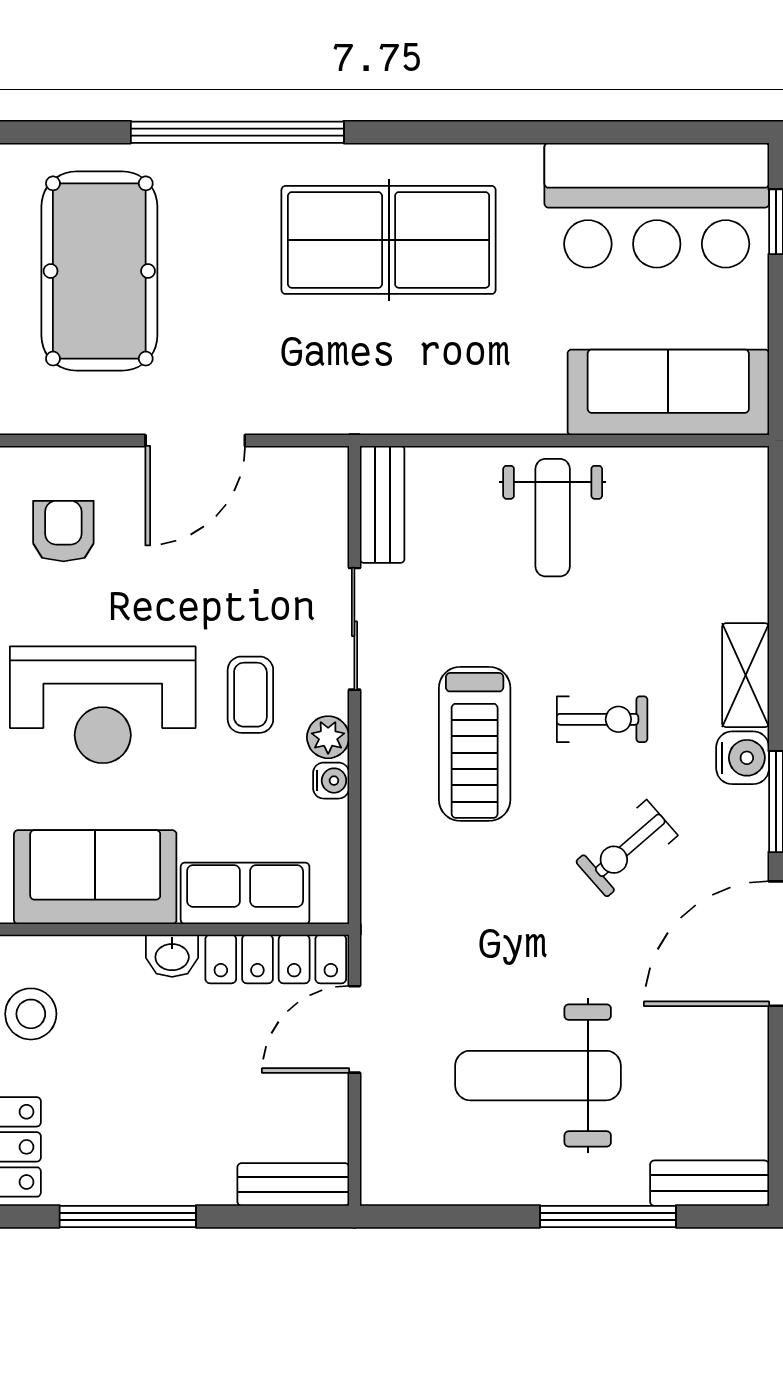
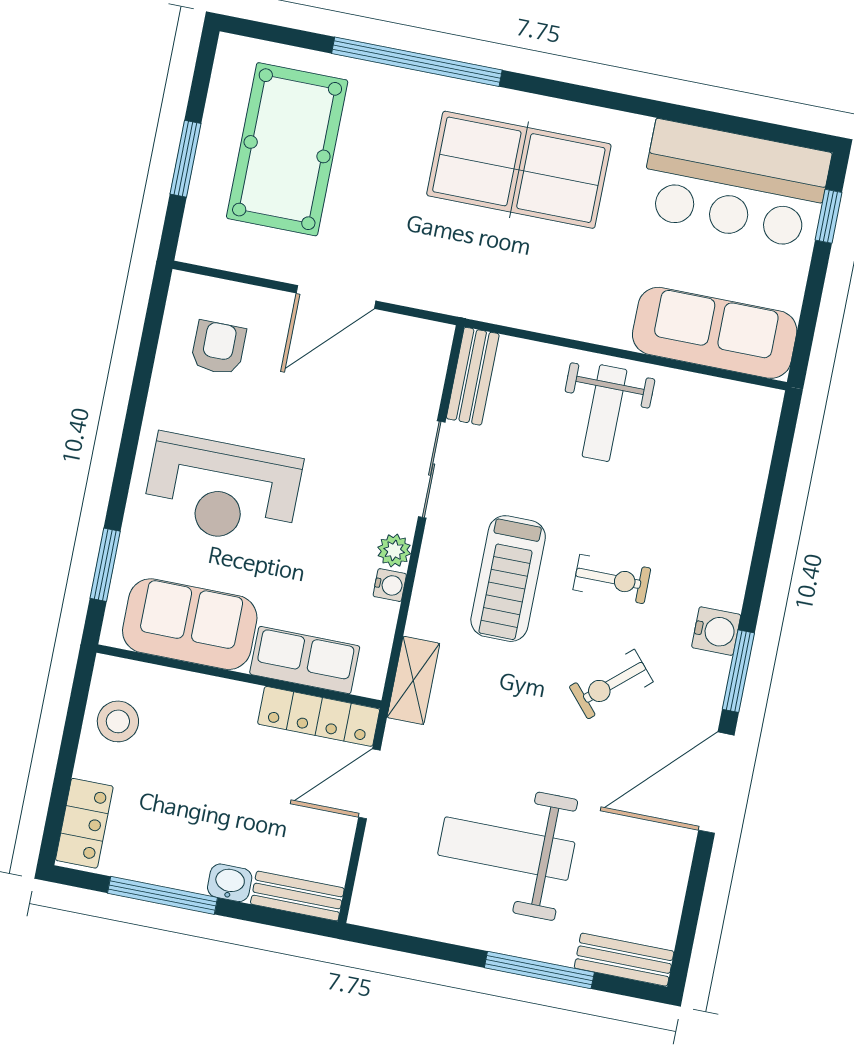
shelving: (746, 675) -> (413, 680), moved
coffee table: (250, 695) -> (340, 505), removed
washbasin: (172, 956) -> (230, 883), moved, turned 180

